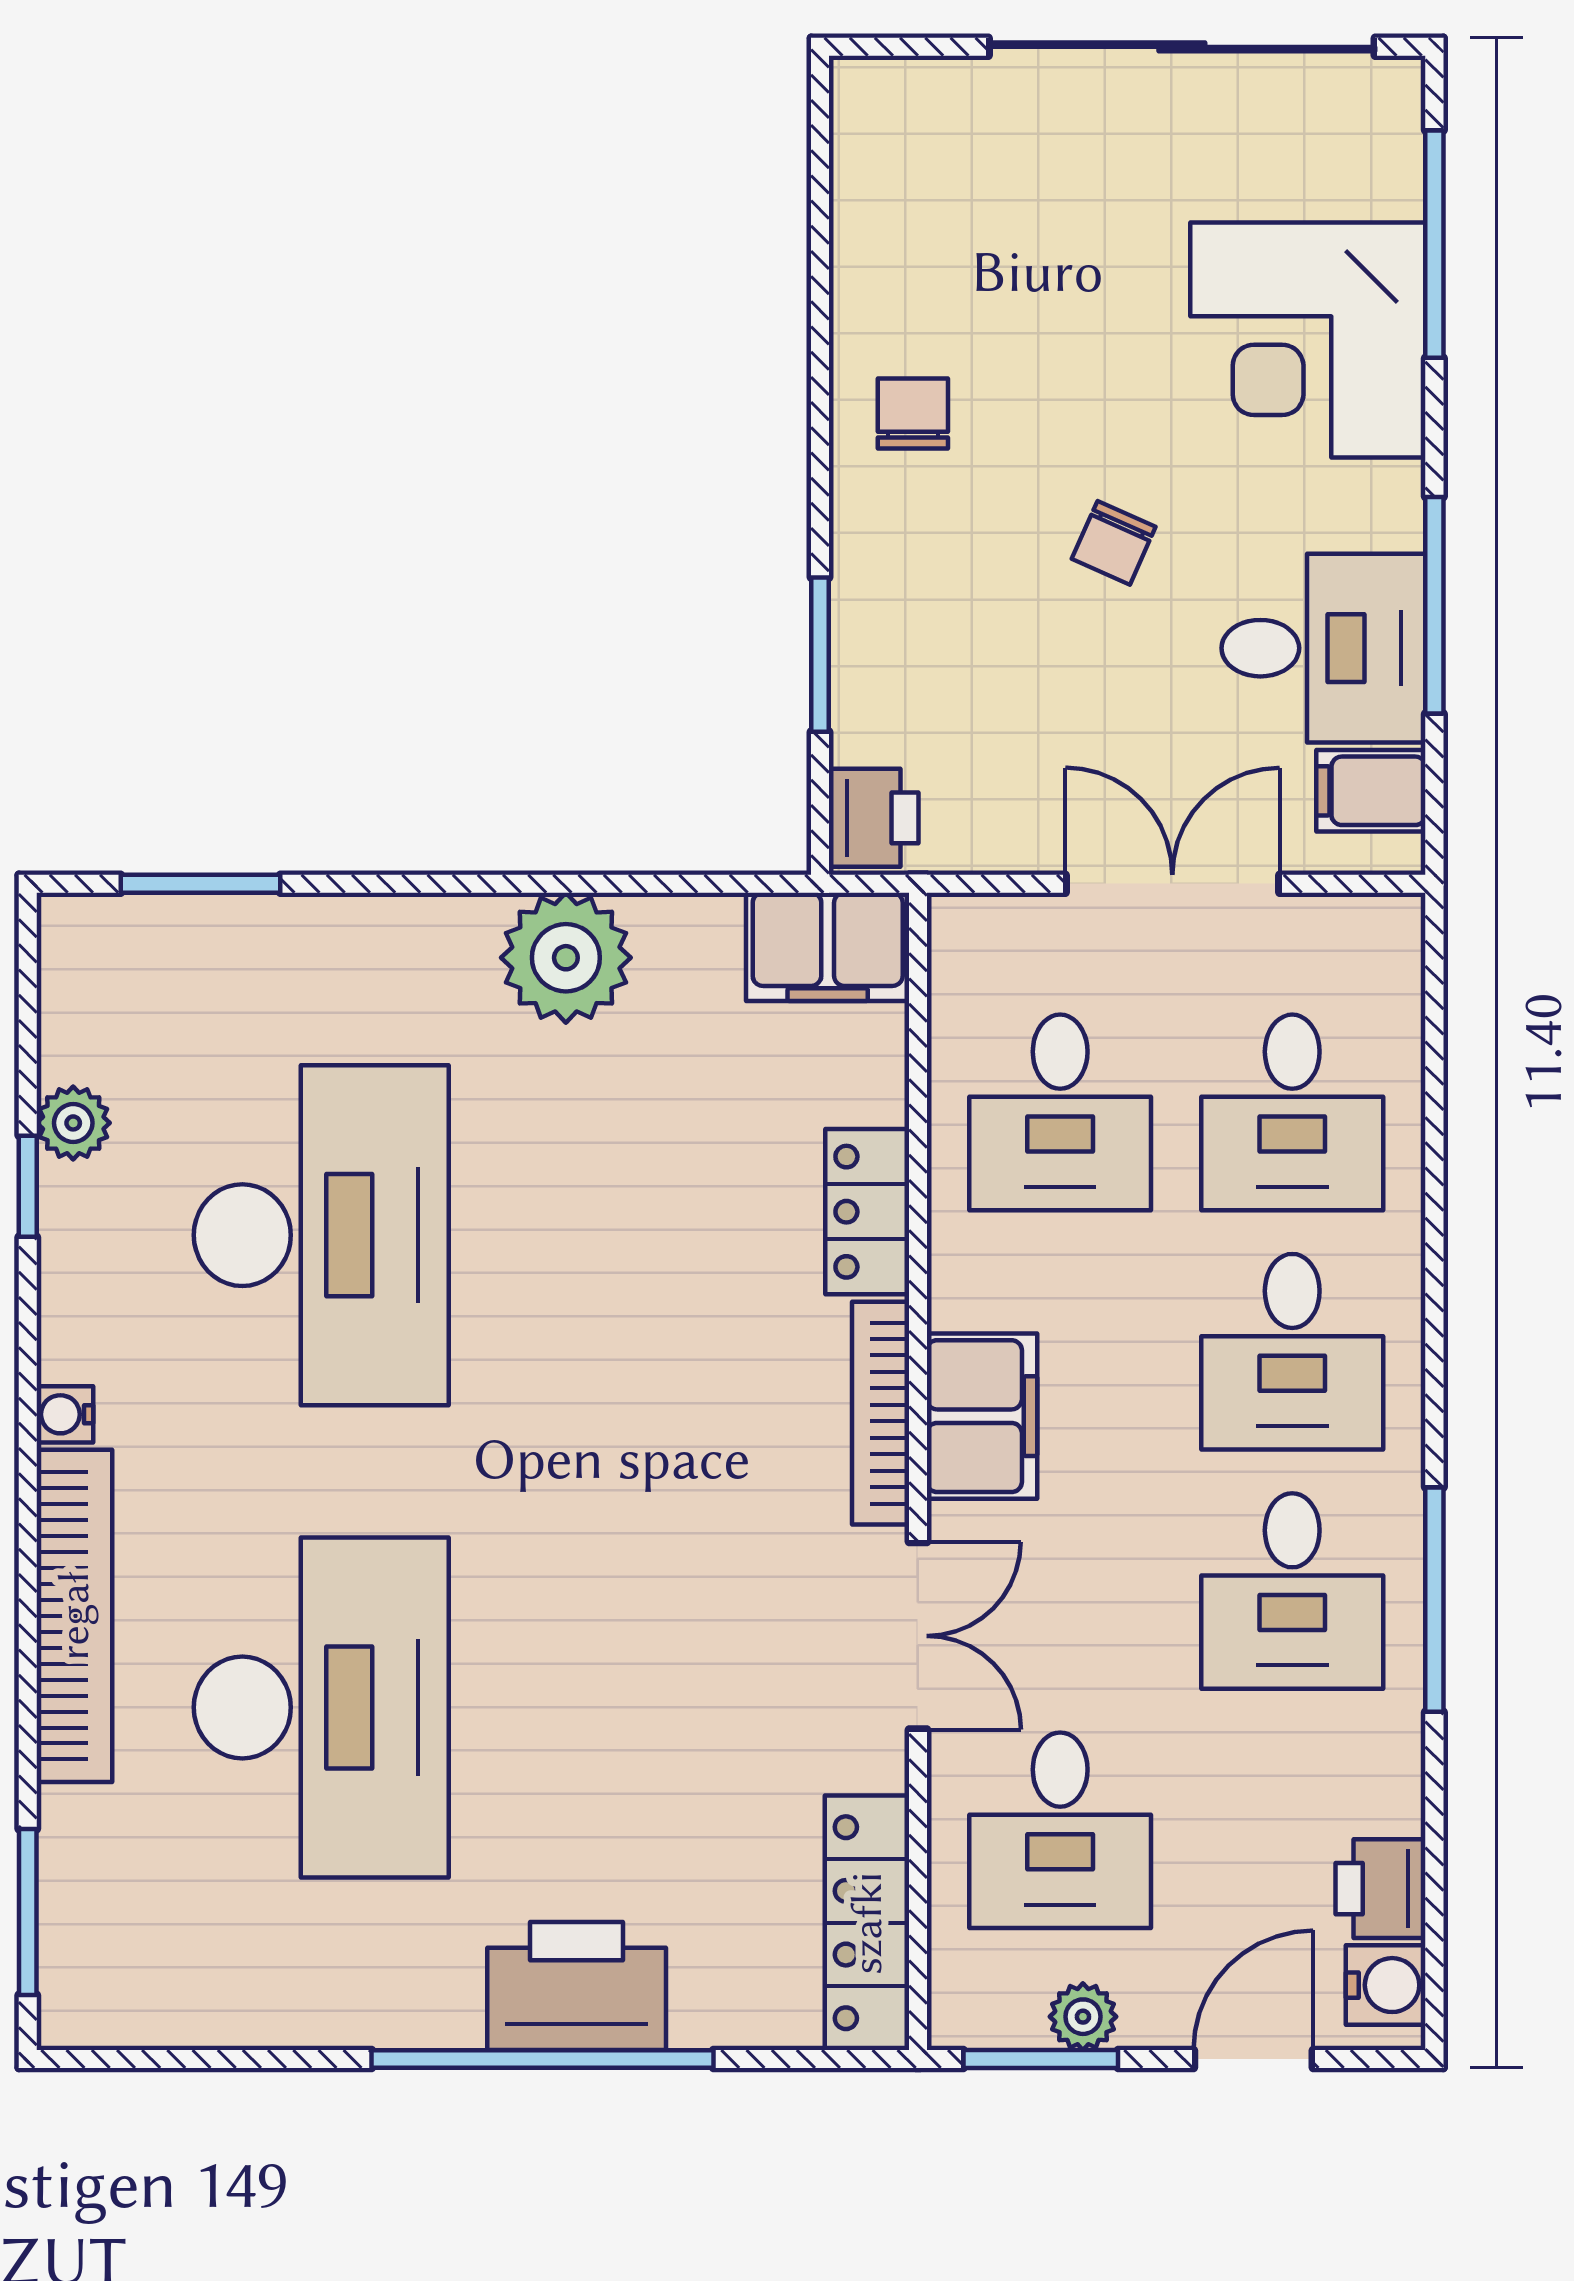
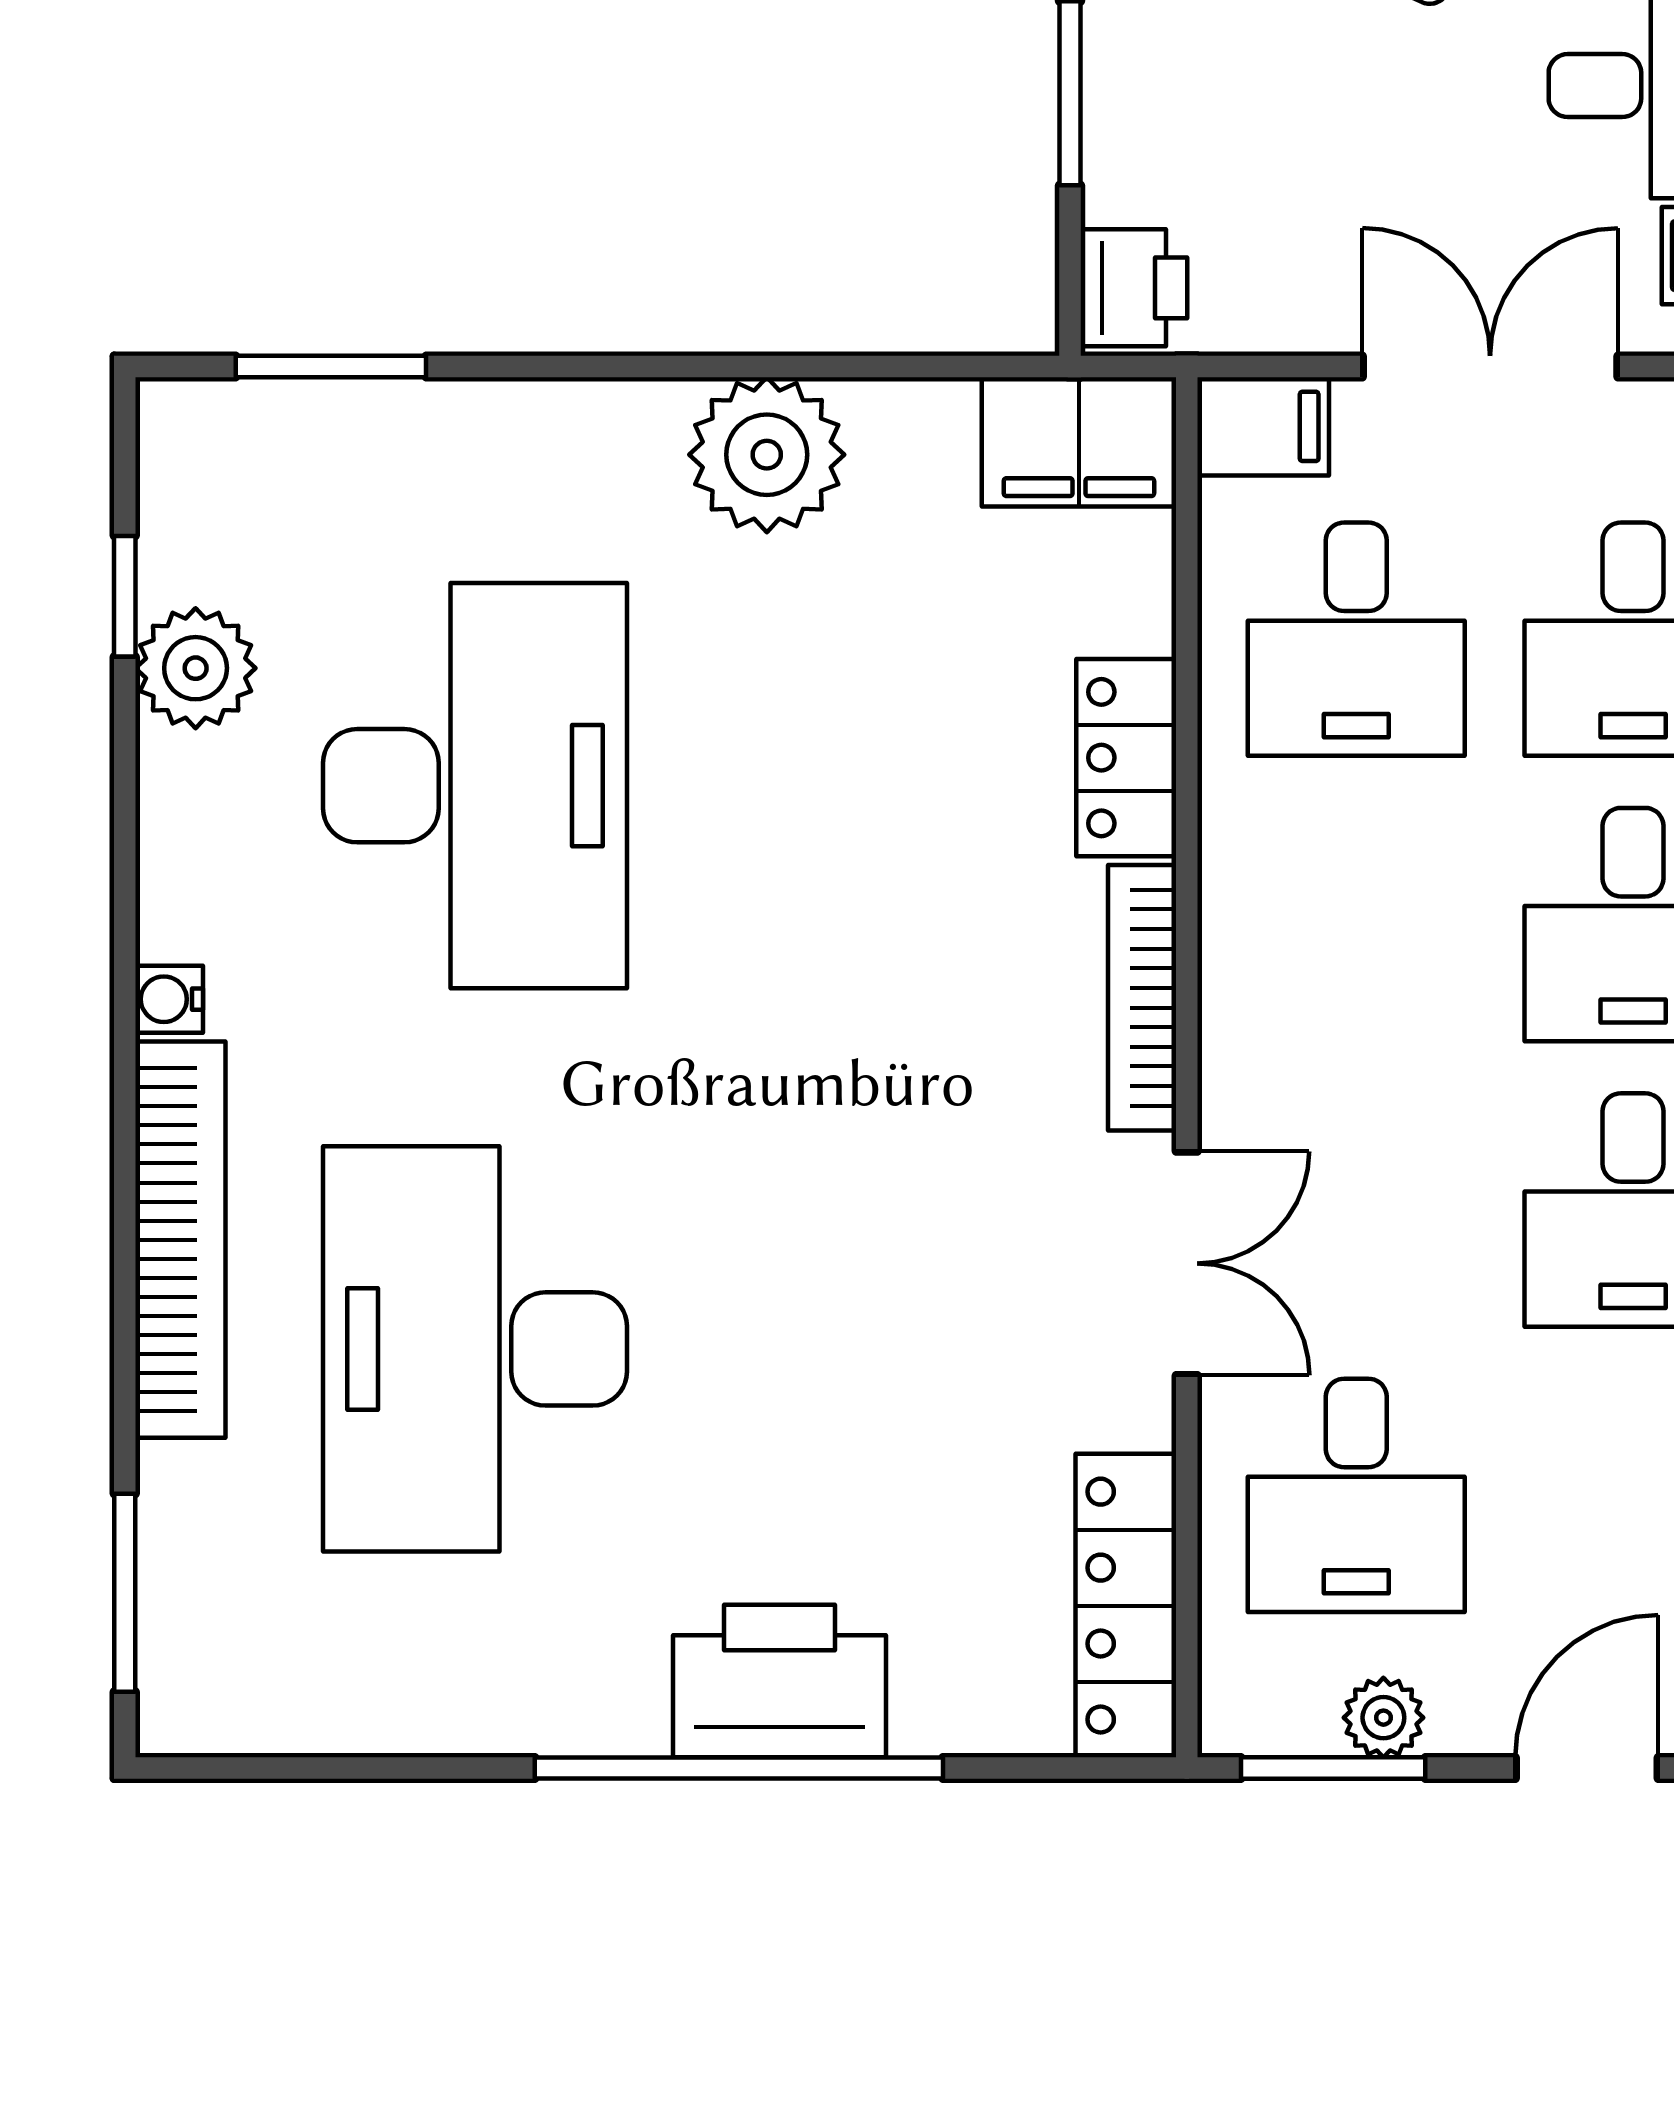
plant: (73, 1123) -> (196, 668), width x1.38, depth x1.38
window: (28, 1186) -> (125, 596), moved
filing cabinet: (982, 1416) -> (1263, 426), moved, width x0.50
desk: (321, 1707) -> (475, 1349), turned 180

